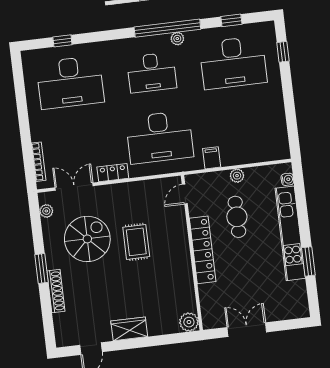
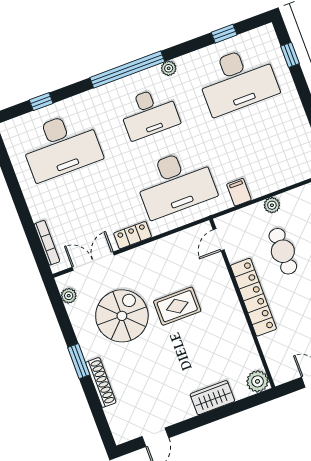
window: (167, 28) -> (127, 70), moved
rug: (136, 242) -> (177, 306), turned 90
wardrobe: (129, 329) -> (212, 398), moved

